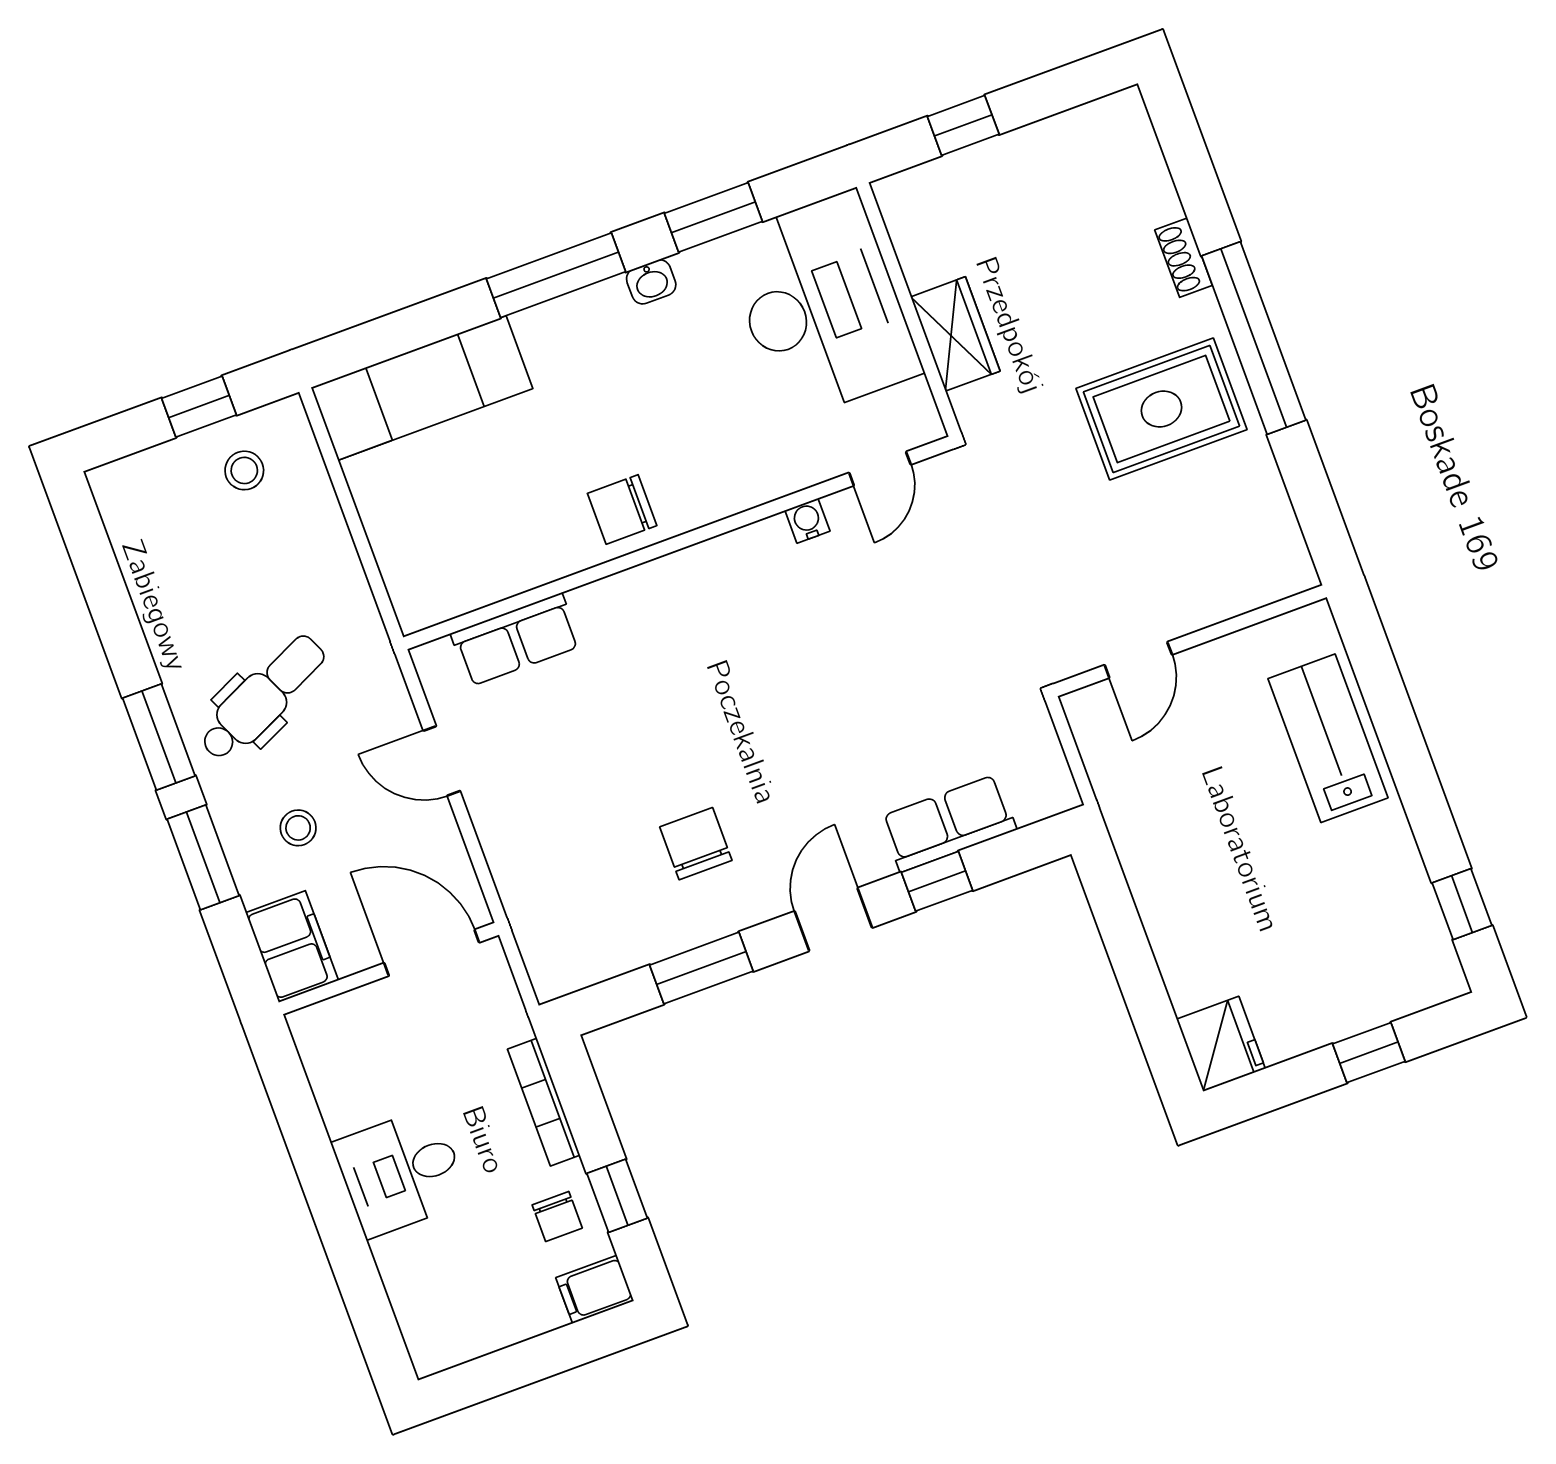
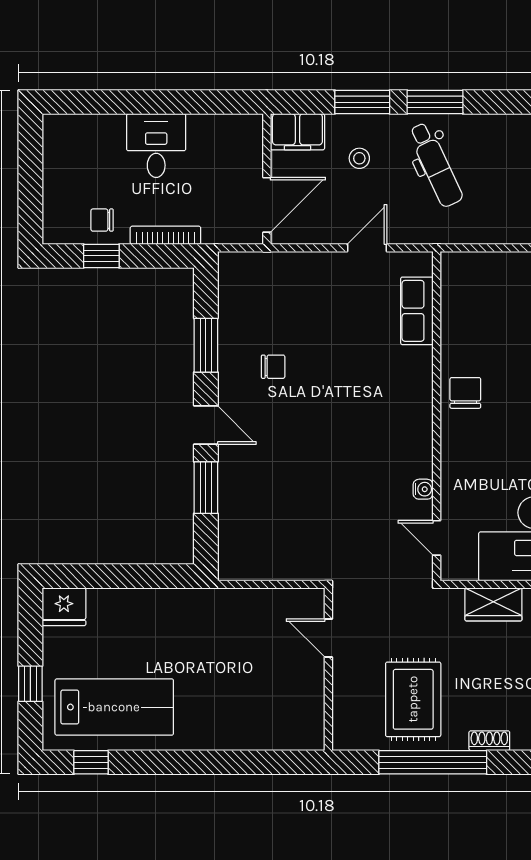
wall: (1190, 641) -> (328, 669), moved
door: (1138, 660) -> (328, 638), moved
lab bench: (1328, 738) -> (114, 707), moved, width x1.36, depth x1.39
row of seats: (948, 823) -> (235, 505), removed
chair: (696, 844) -> (273, 367), width x0.73, depth x0.73
window: (937, 881) -> (206, 488), width x1.50
filing cabinet: (595, 1289) -> (56, 226), removed

